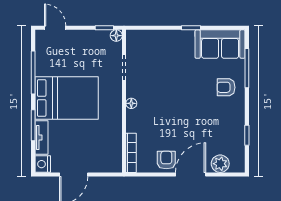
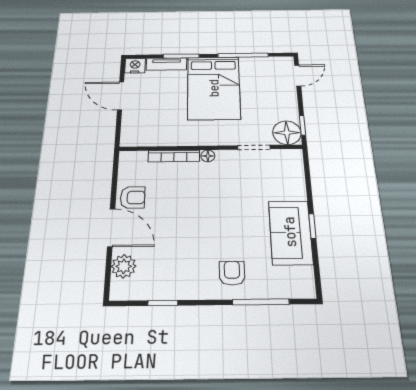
floor lamp: (116, 36) -> (287, 133), width x1.89, depth x1.89
sofa: (220, 44) -> (290, 232), moved
bookcase: (131, 153) -> (174, 156), moved

